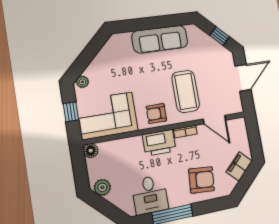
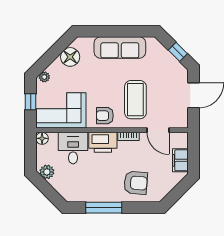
floor lamp: (108, 56) -> (70, 57), added
filing cabinet: (239, 166) -> (180, 160), moved, turned -45
desk: (150, 195) -> (73, 148), moved, turned 180

